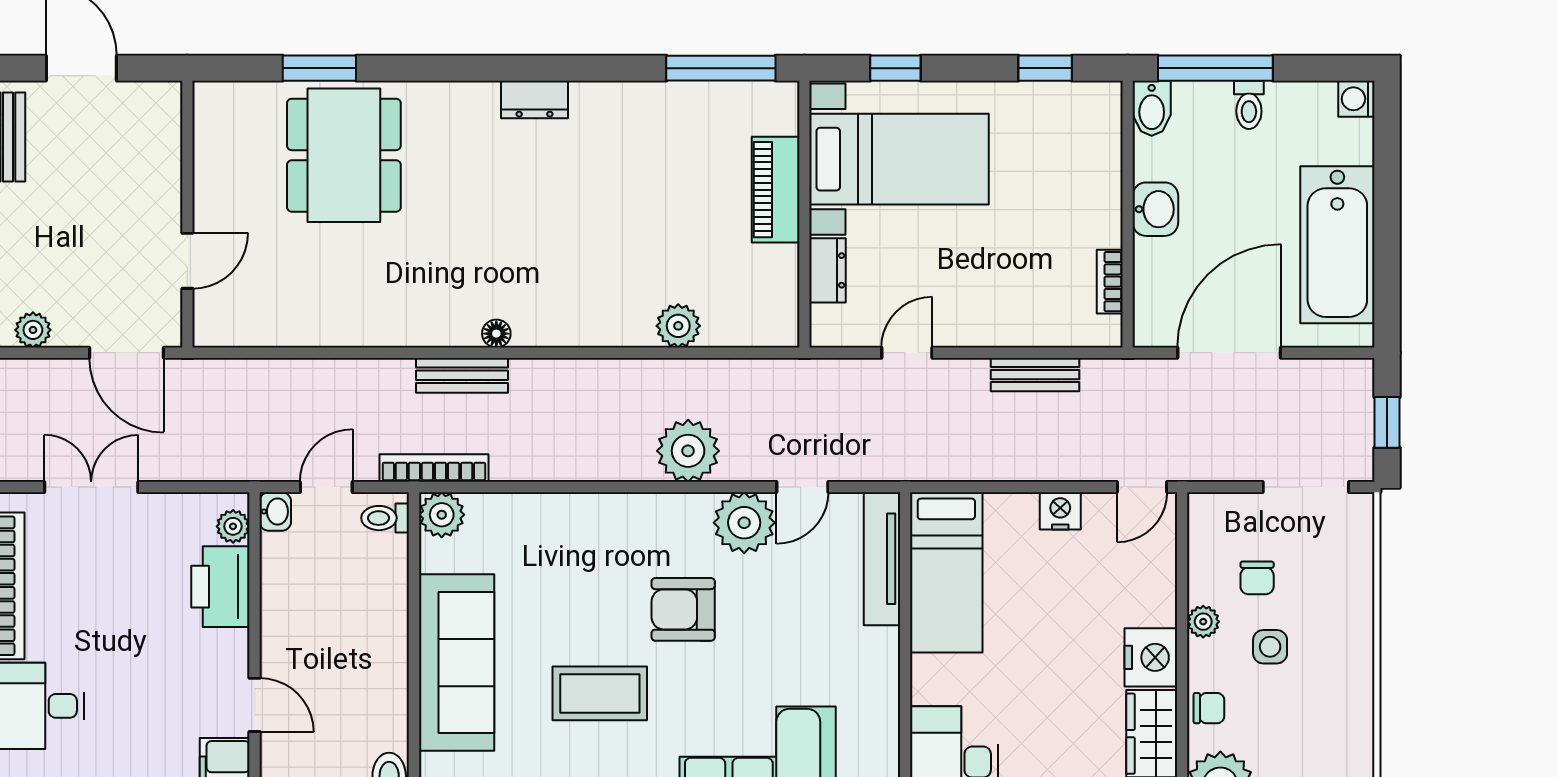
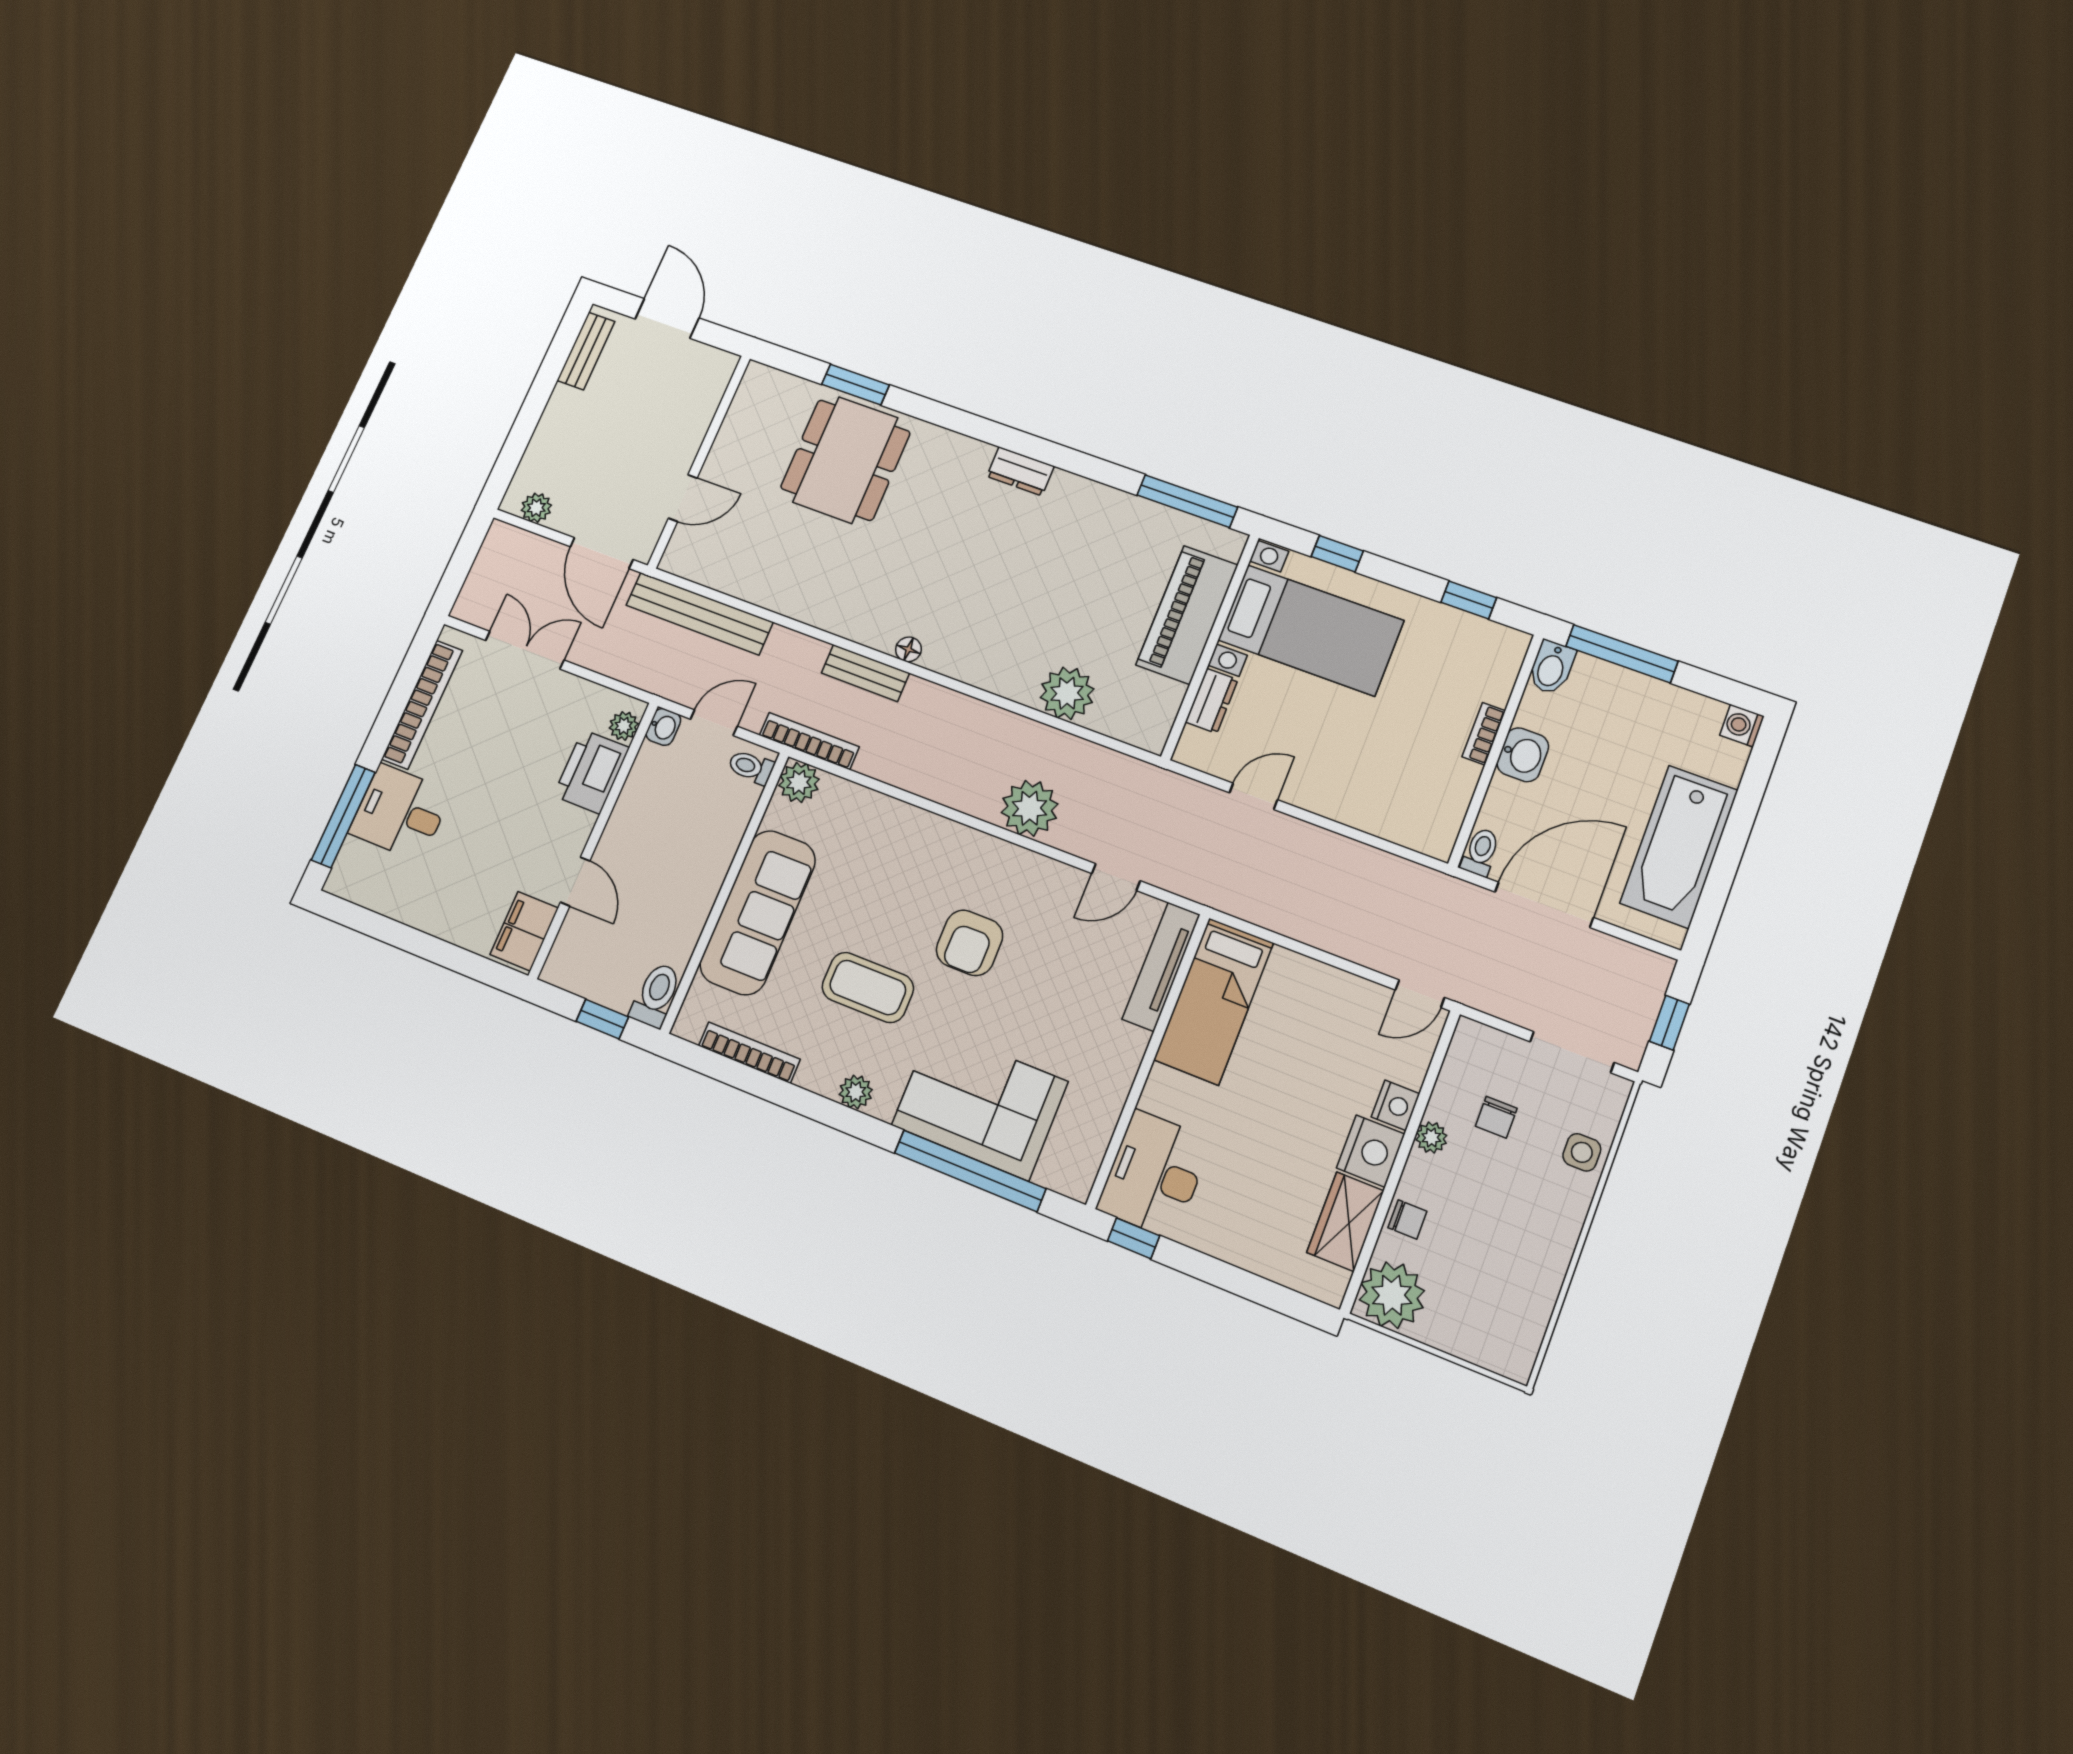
toilet: (1249, 105) -> (1481, 852), moved, turned 180
piano: (776, 190) -> (1187, 615), width x1.37, depth x1.33
bookcase: (1110, 282) -> (1484, 734), moved
plant: (678, 326) -> (1067, 693), width x1.36, depth x1.36
bench: (1035, 375) -> (700, 614), moved, width x1.86, depth x1.21
nightstand: (1060, 511) -> (1396, 1105), moved, turned 90
plant: (744, 523) -> (1053, 888), removed
armchair: (683, 609) -> (970, 943), turned -90
side table: (1270, 647) -> (1582, 1152), moved

